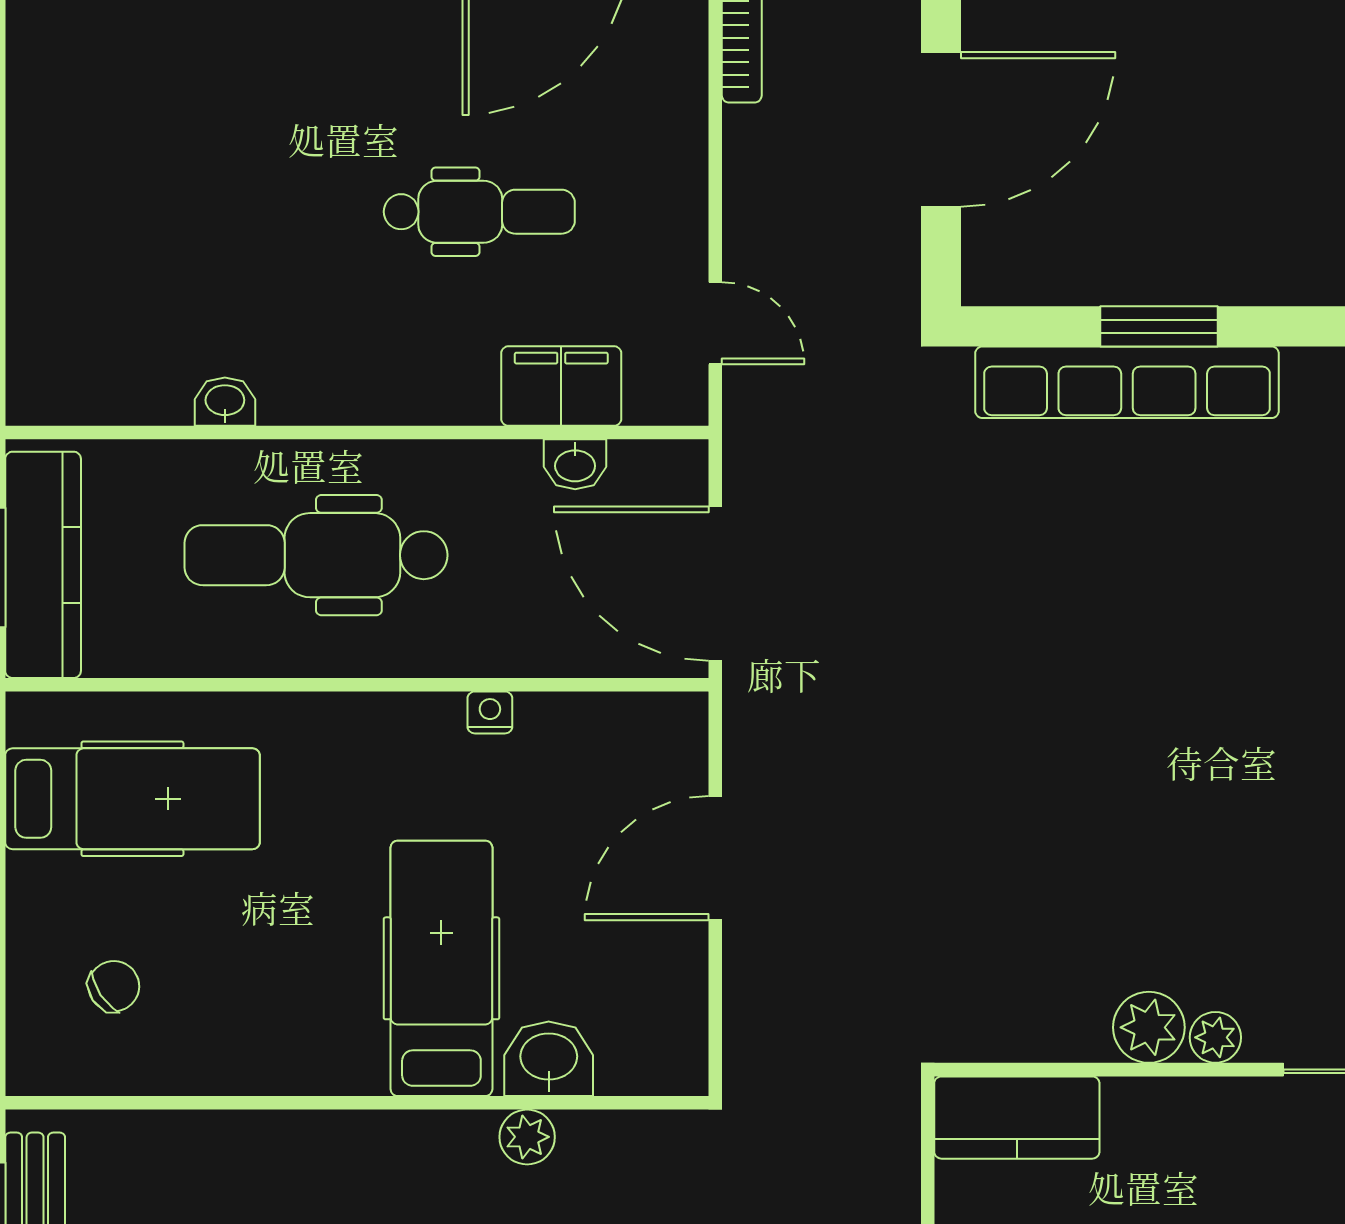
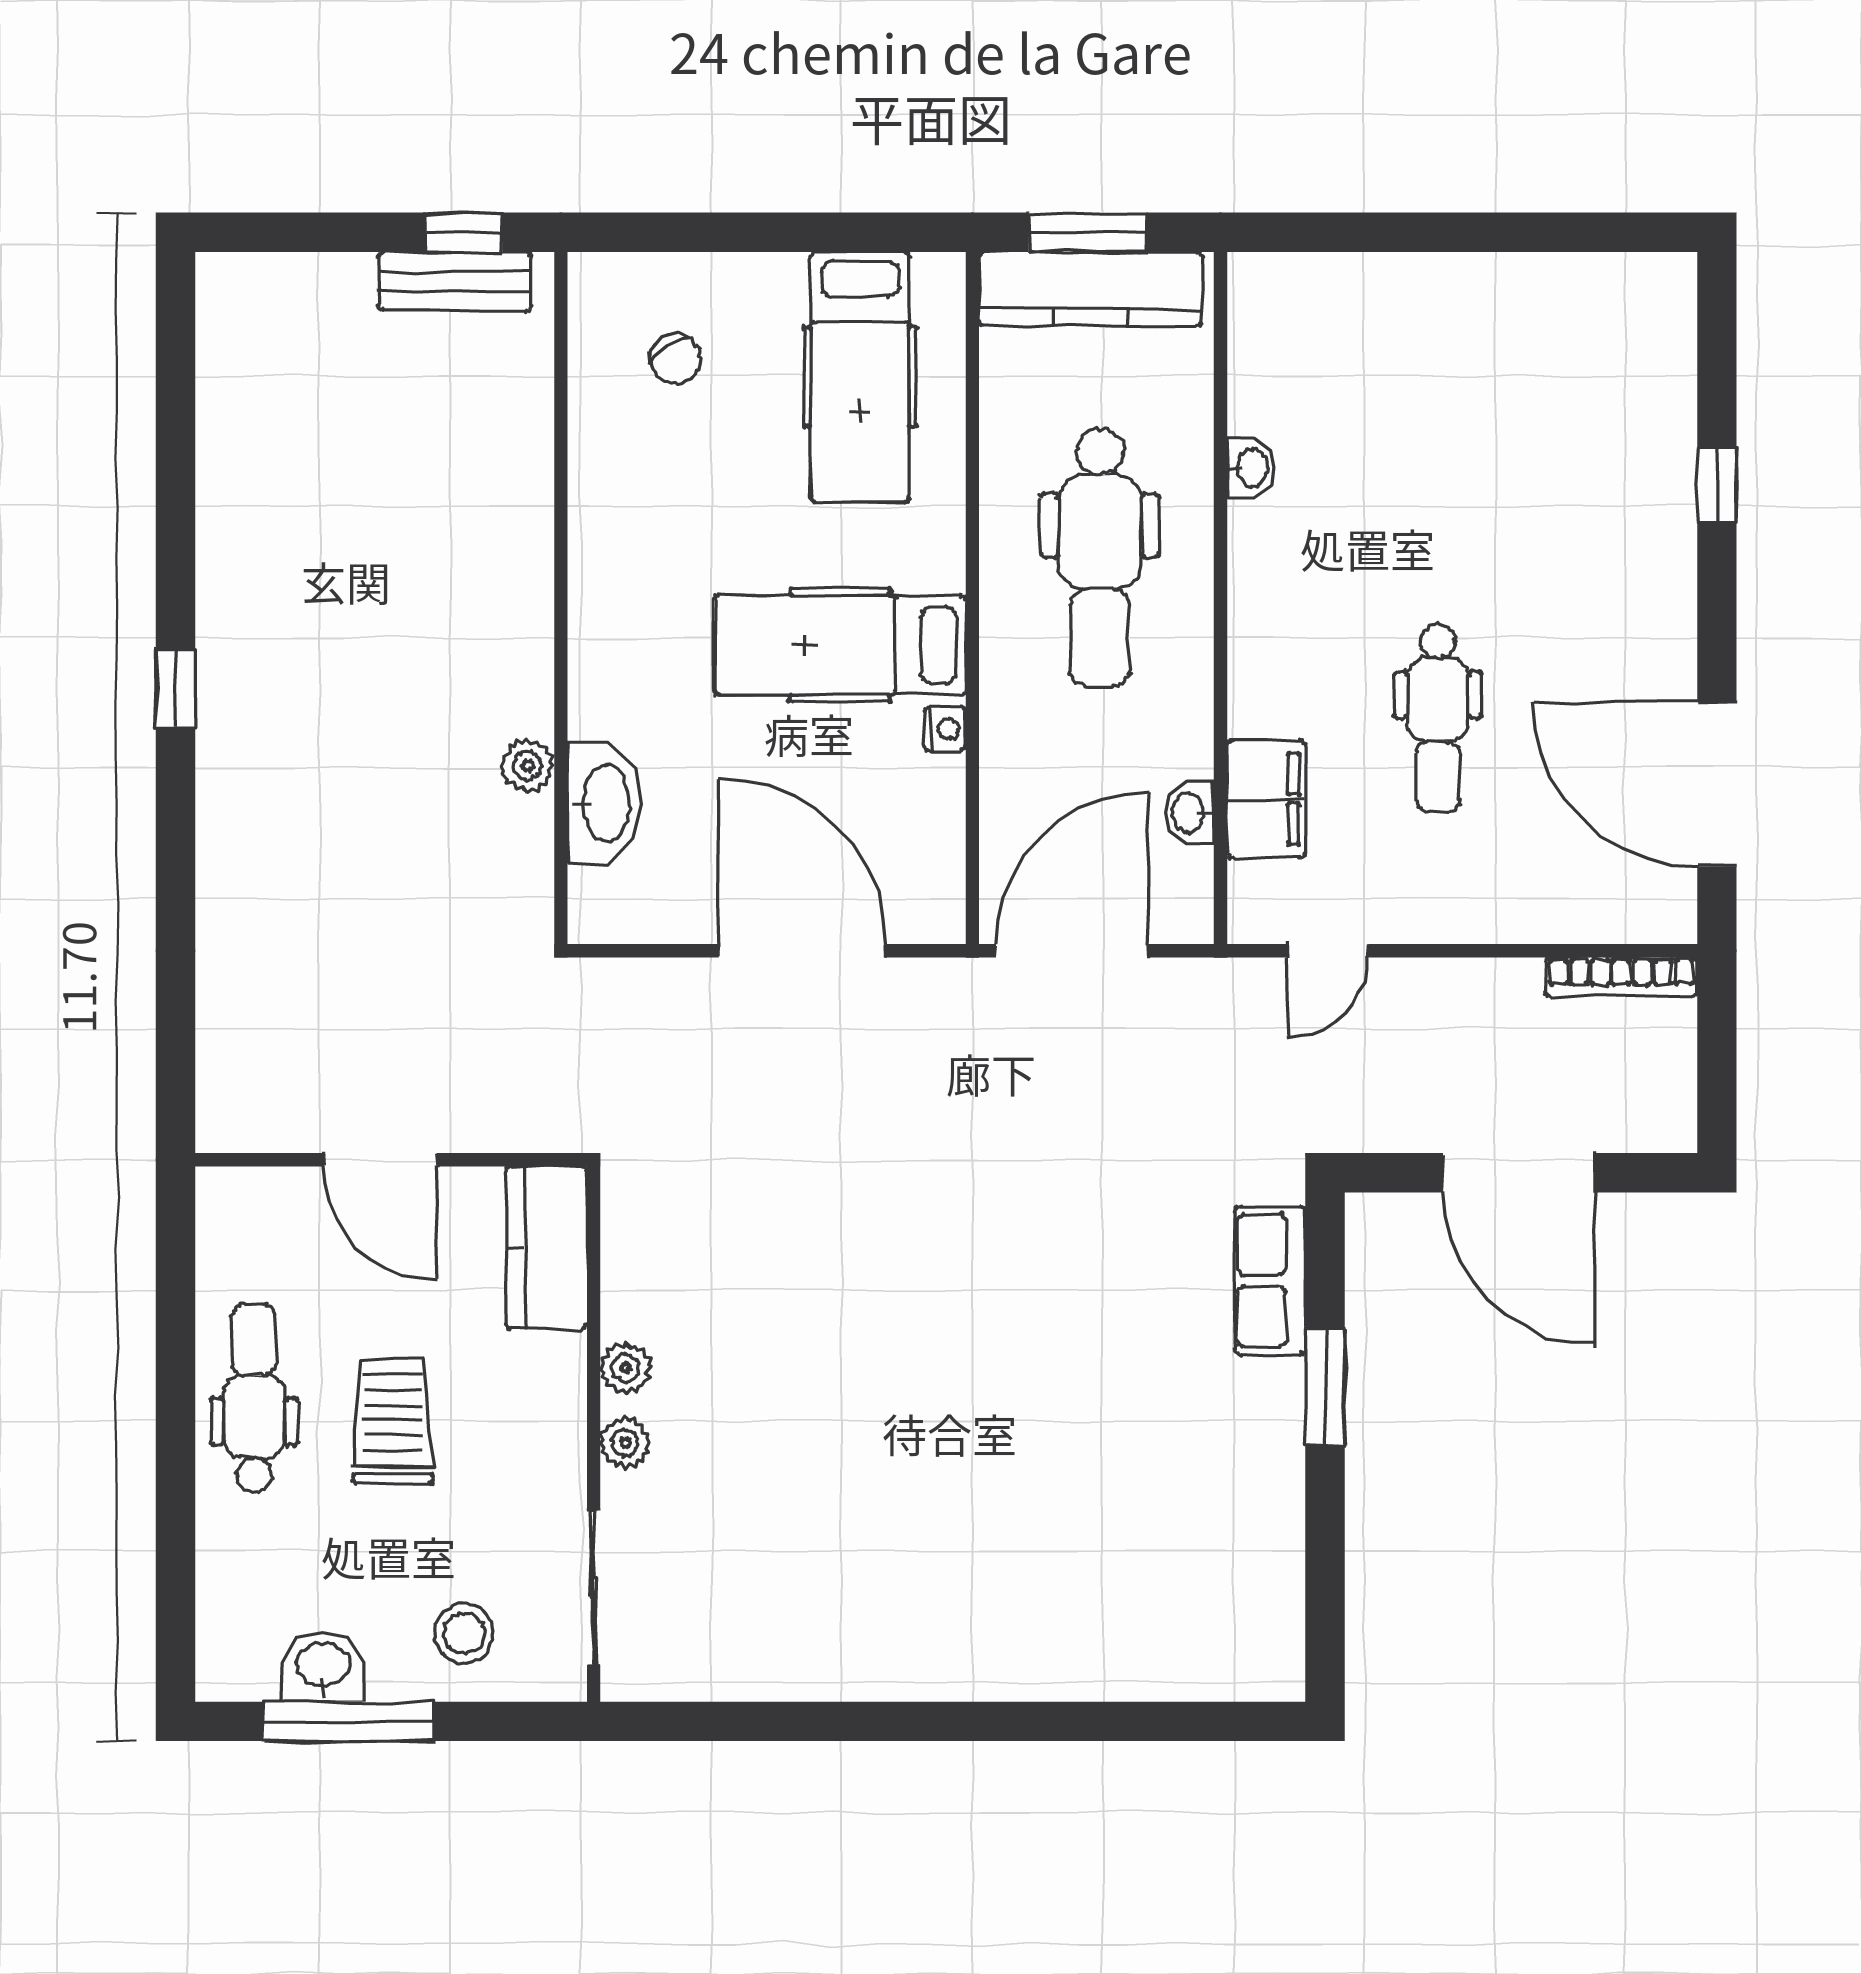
row of seats: (1127, 382) -> (1270, 1281), width x0.50
dental chair: (316, 555) -> (1100, 558), turned 180
door: (715, 858) -> (802, 951), width x1.36
hospital bed: (441, 968) -> (840, 645), moved, turned 180
plant: (1149, 1027) -> (626, 1368), width x0.73, depth x0.73
washbasin: (549, 1059) -> (604, 804), width x1.38

